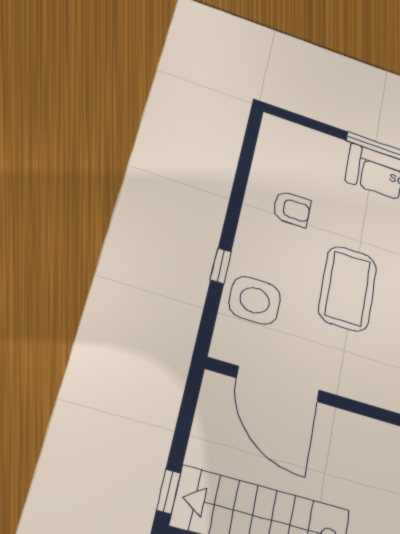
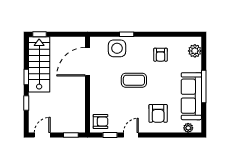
plant: (296, 137) -> (195, 51), added
coffee table: (348, 288) -> (134, 80), width x0.73, depth x0.76

